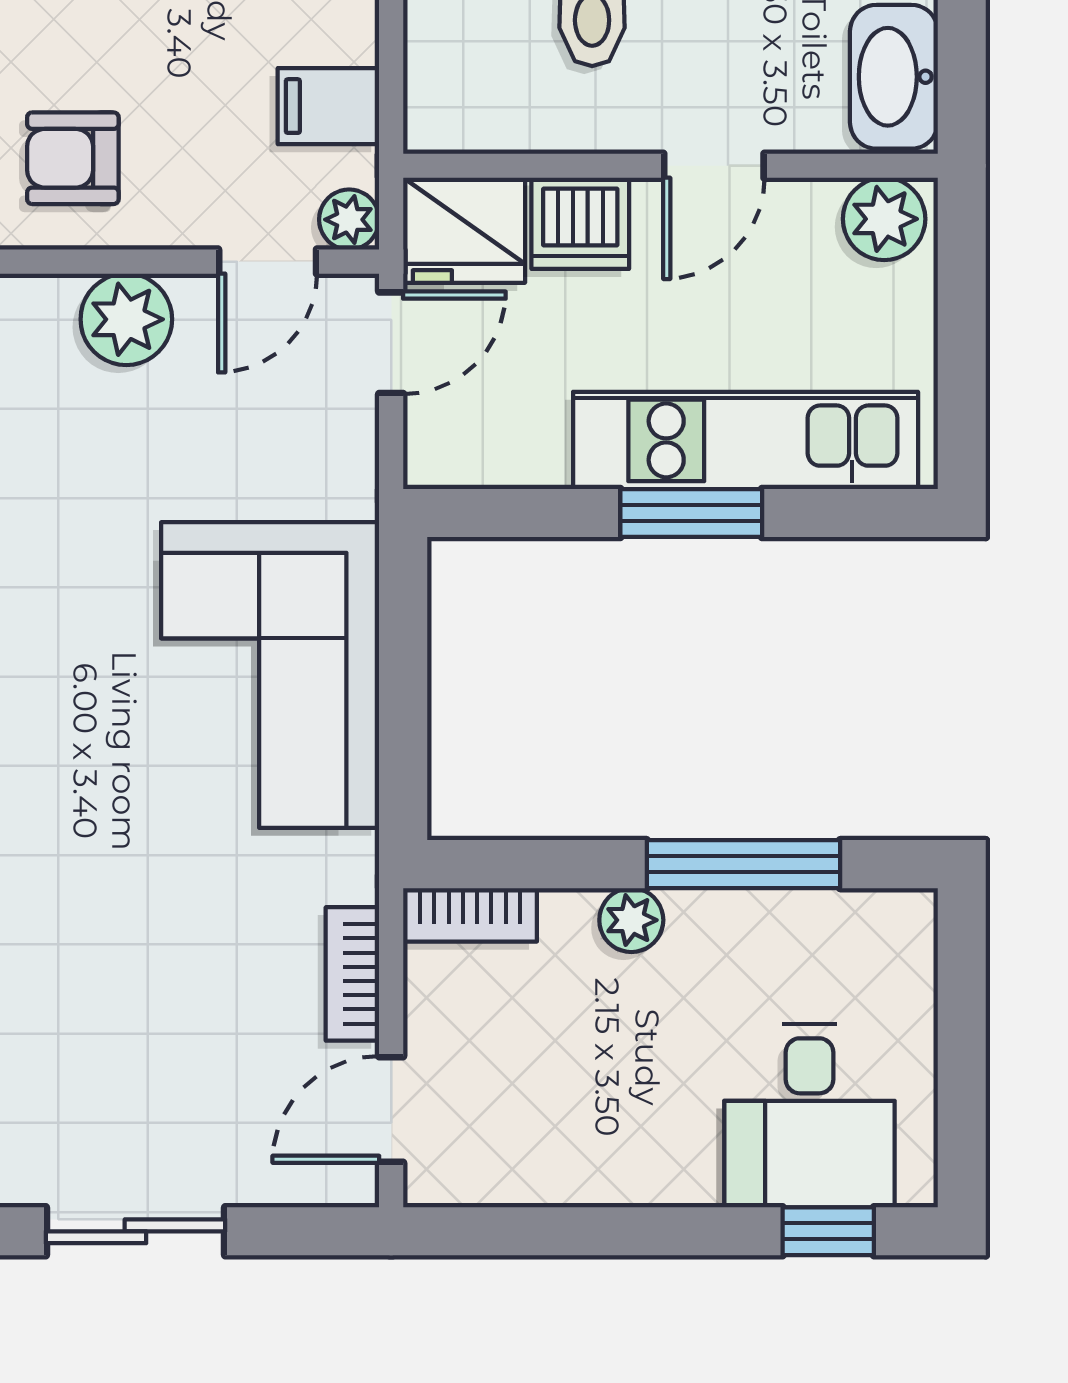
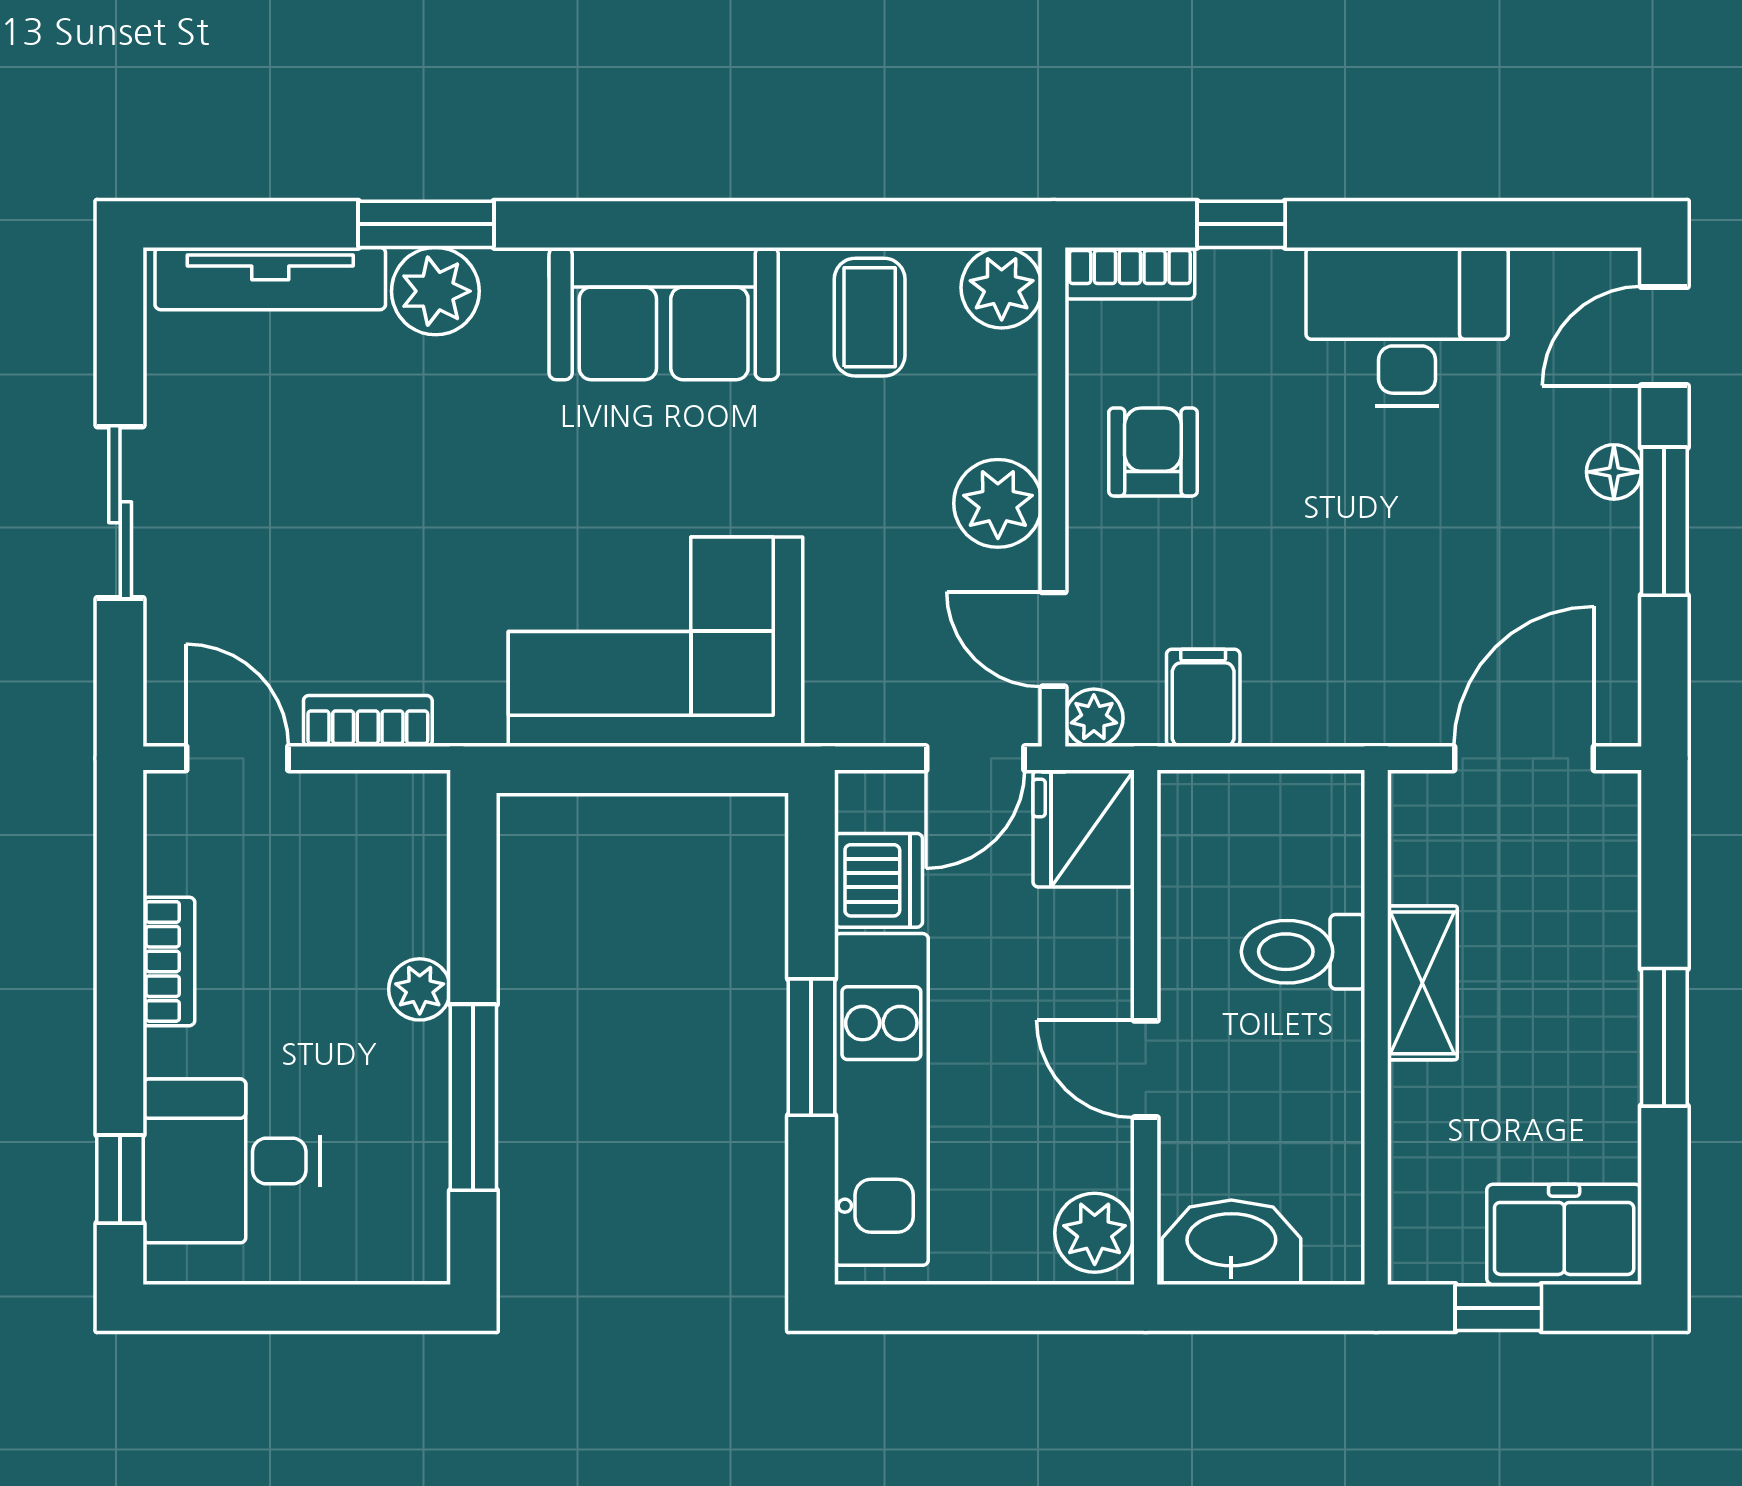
dishwasher: (580, 223) -> (878, 880), moved, turned 180
door: (391, 343) -> (975, 758), hinge flipped
bookcase: (470, 915) -> (169, 961), moved, turned 180

